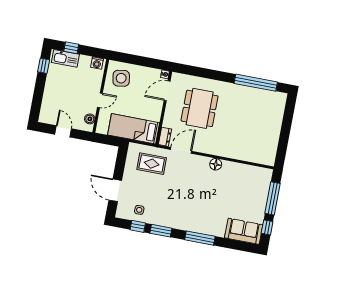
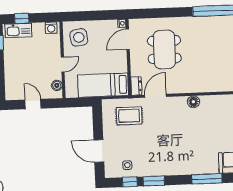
window: (200, 238) -> (207, 179), moved

